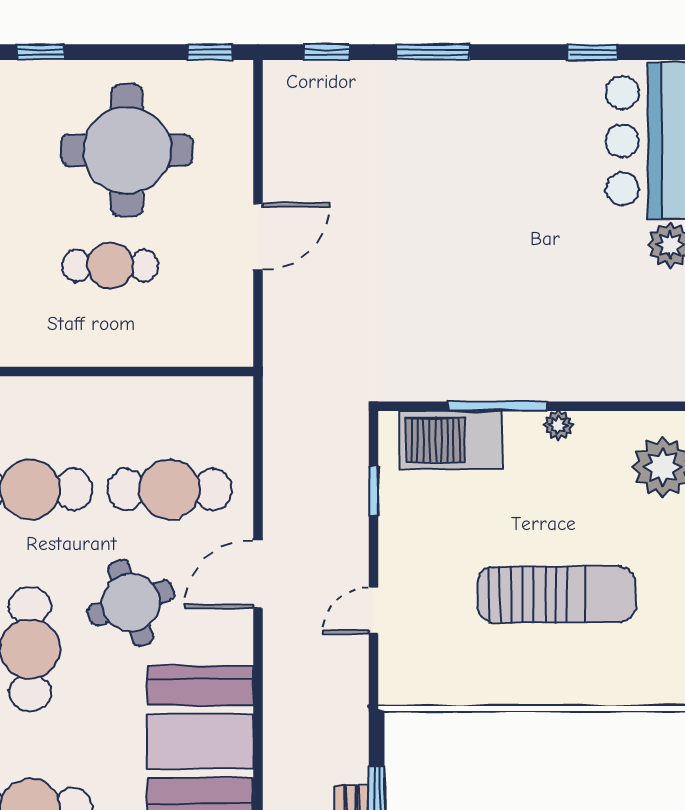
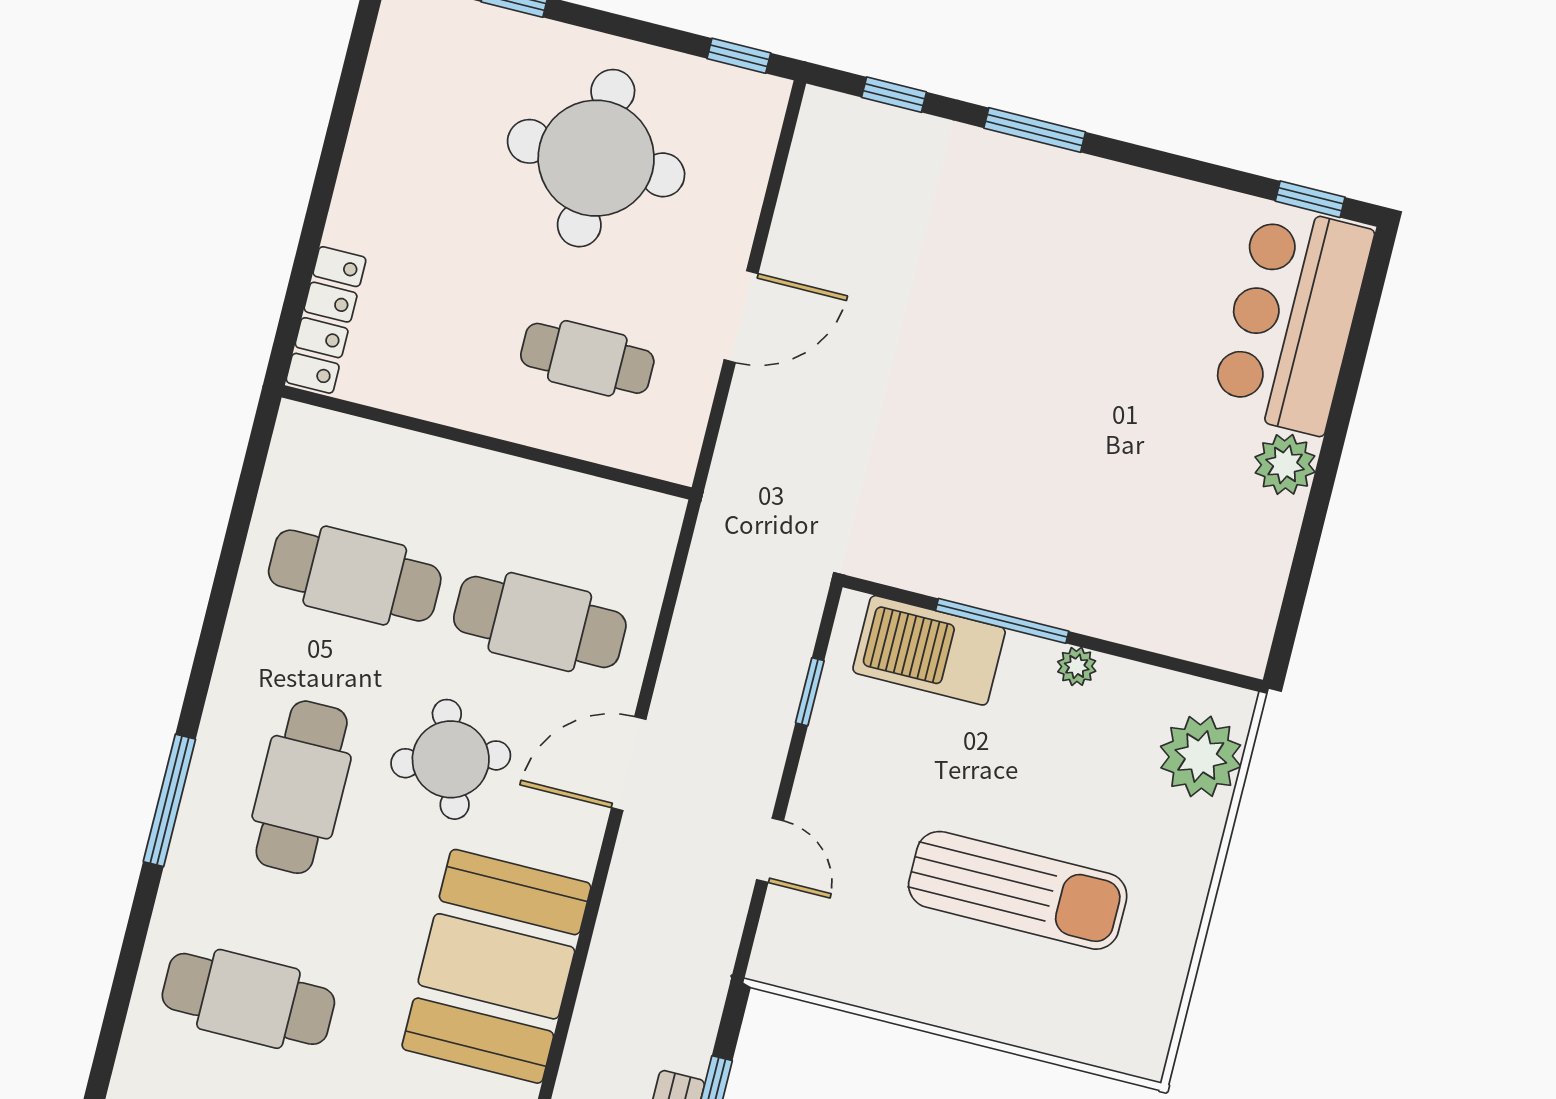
window: (593, 52) -> (1310, 199), moved
cafe table: (110, 266) -> (587, 358), moved
door: (374, 610) -> (770, 850), swing flipped

